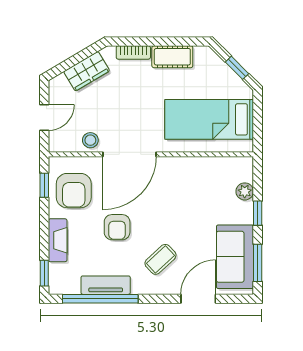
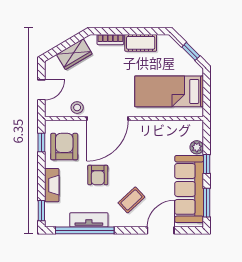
armchair: (74, 191) -> (64, 147), turned 180
sofa: (235, 257) -> (189, 189), width x1.36

